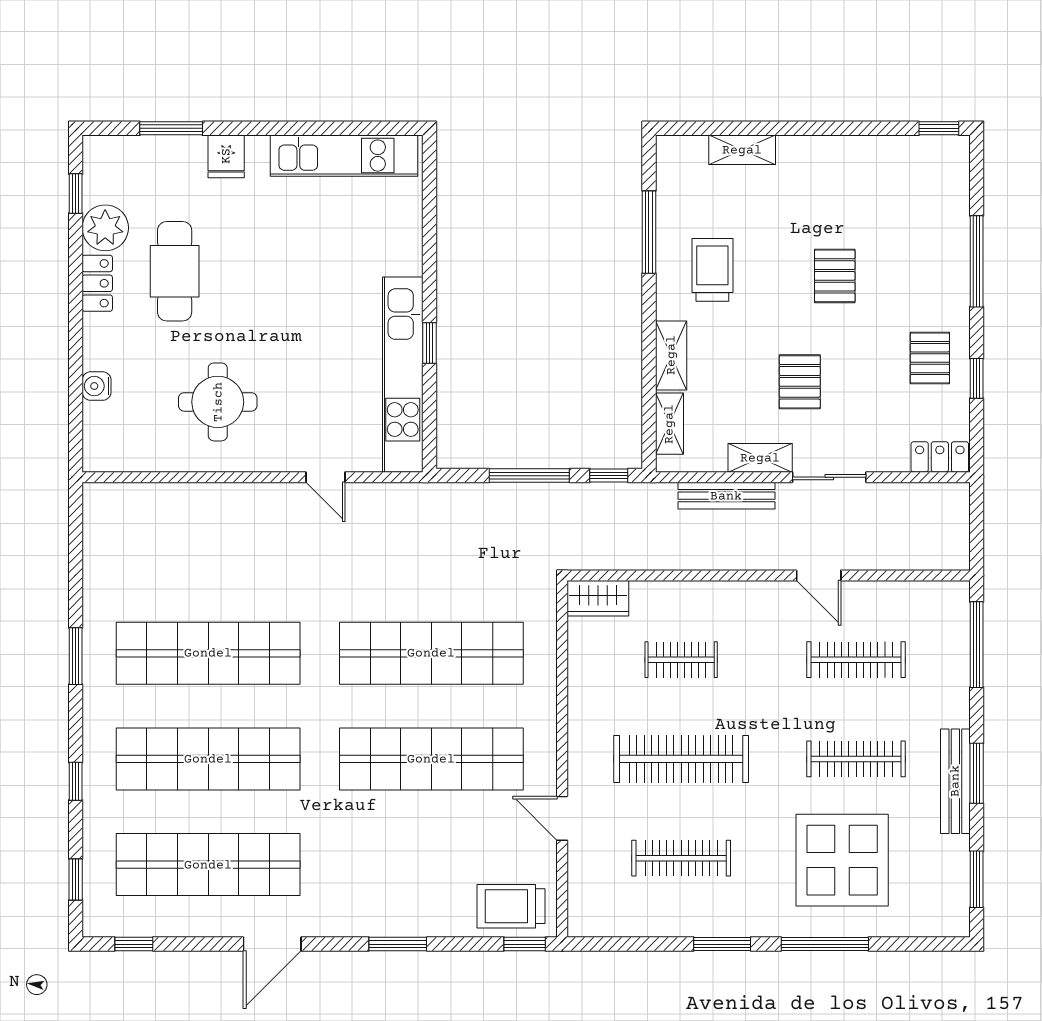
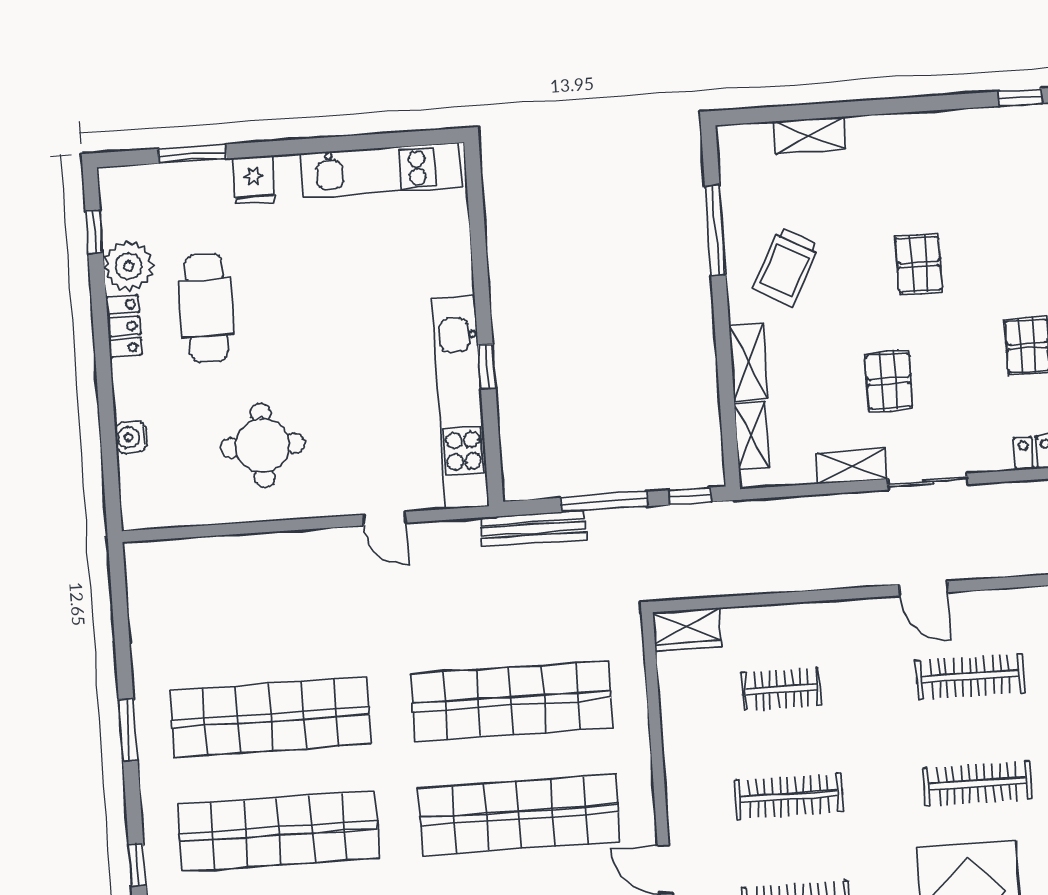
trolley: (712, 270) -> (786, 267), turned -152
bench: (726, 496) -> (533, 529), moved
clothes rail: (681, 759) -> (789, 796), width x0.73, depth x0.76

